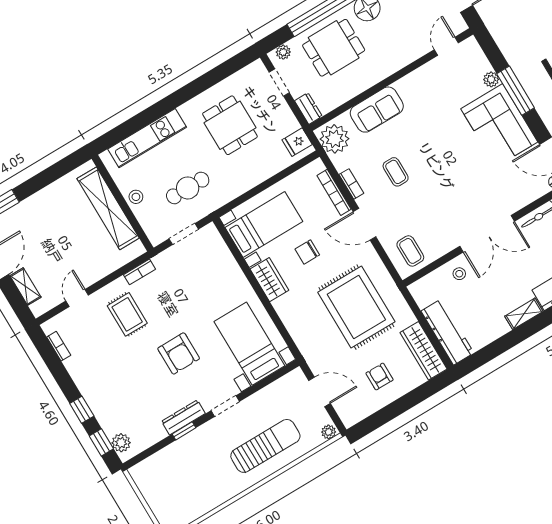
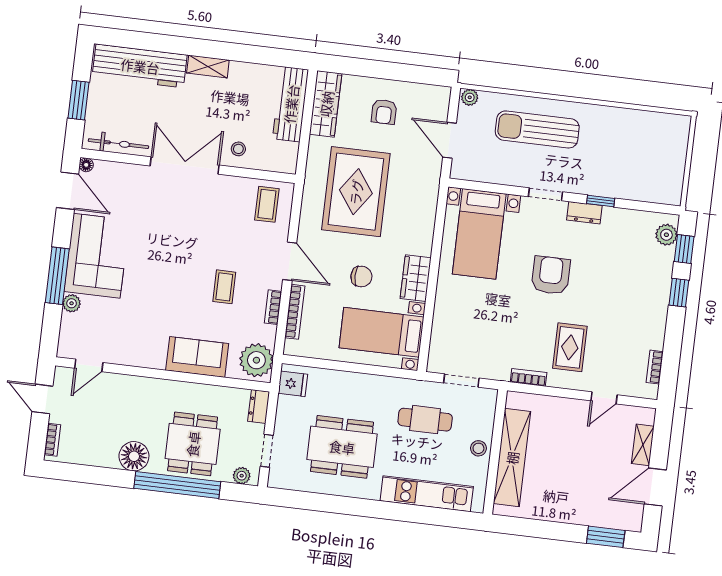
dining table: (334, 48) -> (193, 444), turned 90
dining table: (230, 125) -> (342, 447), width x1.37
dresser: (183, 417) -> (584, 213), width x0.70

